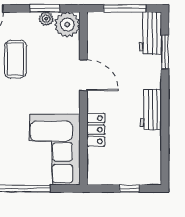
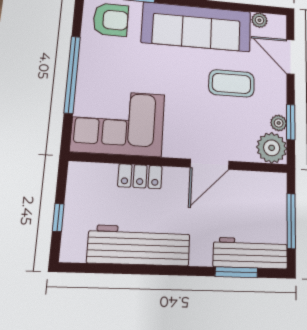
workbench: (150, 33) -> (251, 253), width x1.38
workbench: (151, 109) -> (139, 245), width x1.88, depth x1.32

